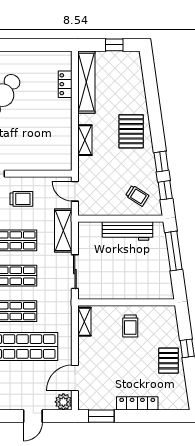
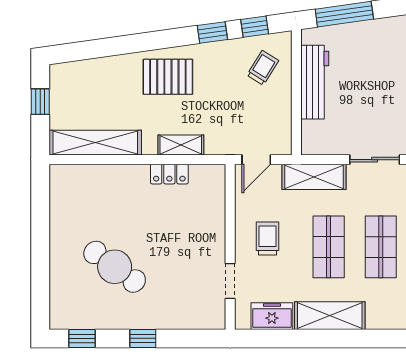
locker: (65, 84) -> (169, 174), moved

